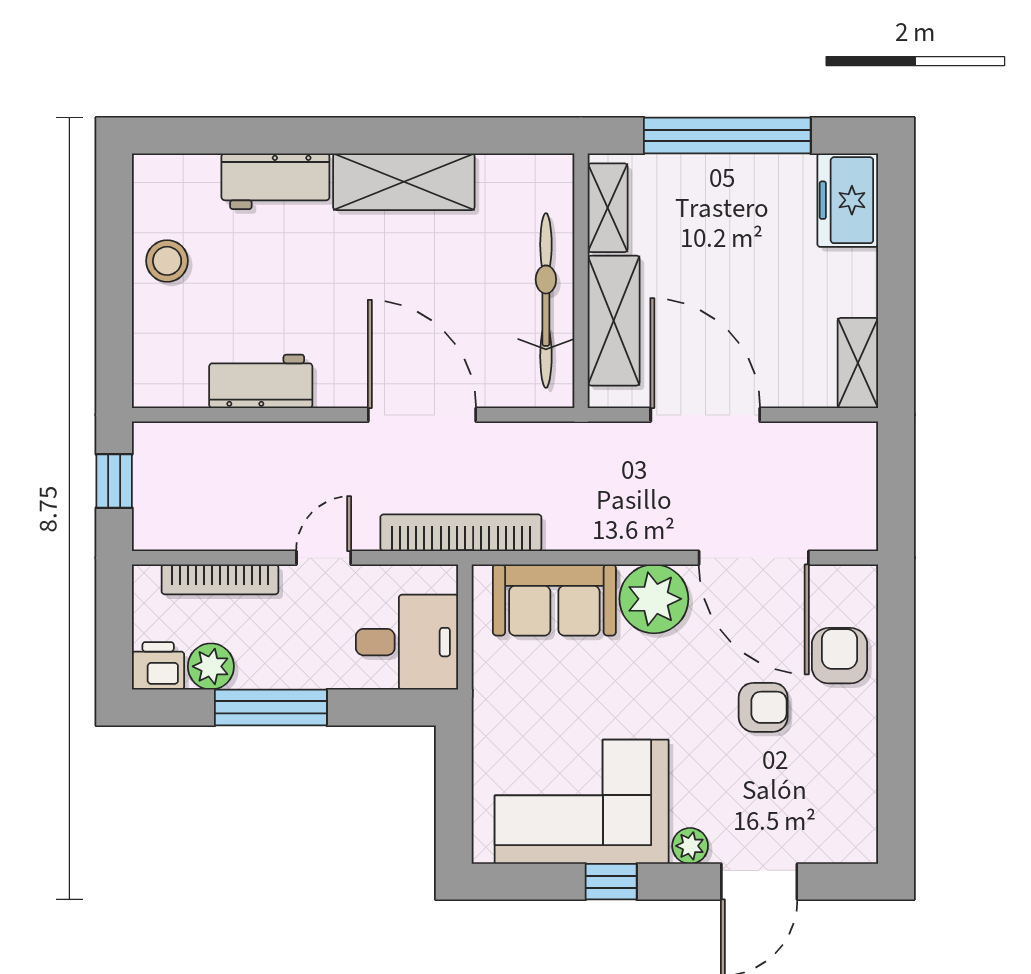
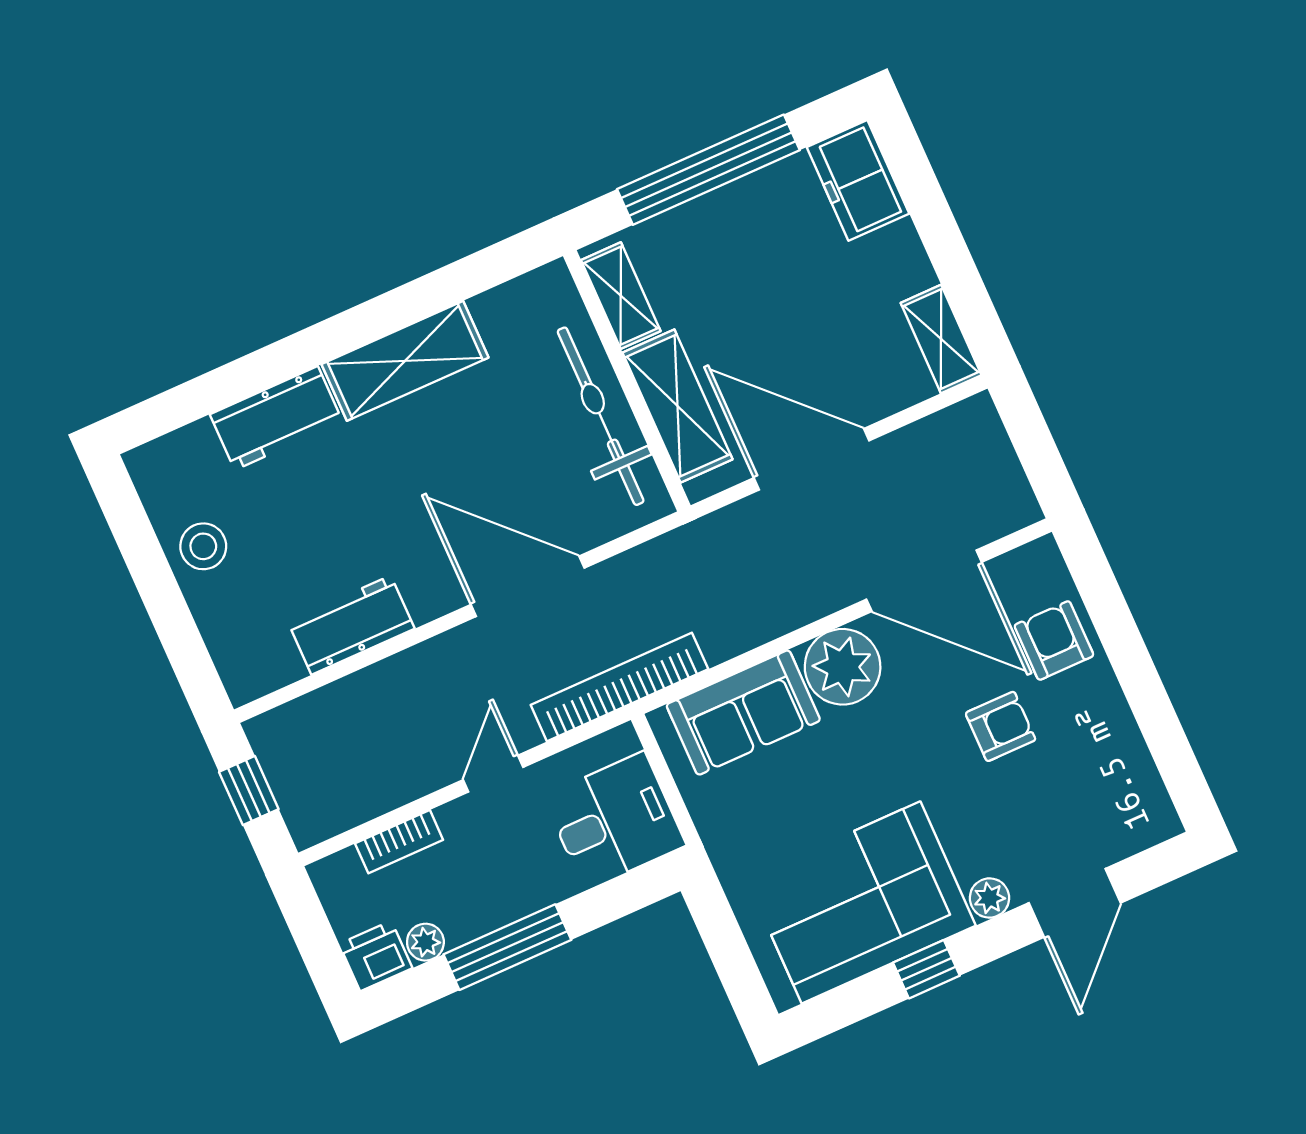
bookcase: (220, 579) -> (399, 842), width x0.64
plant: (211, 666) -> (425, 942), width x0.73, depth x0.73

